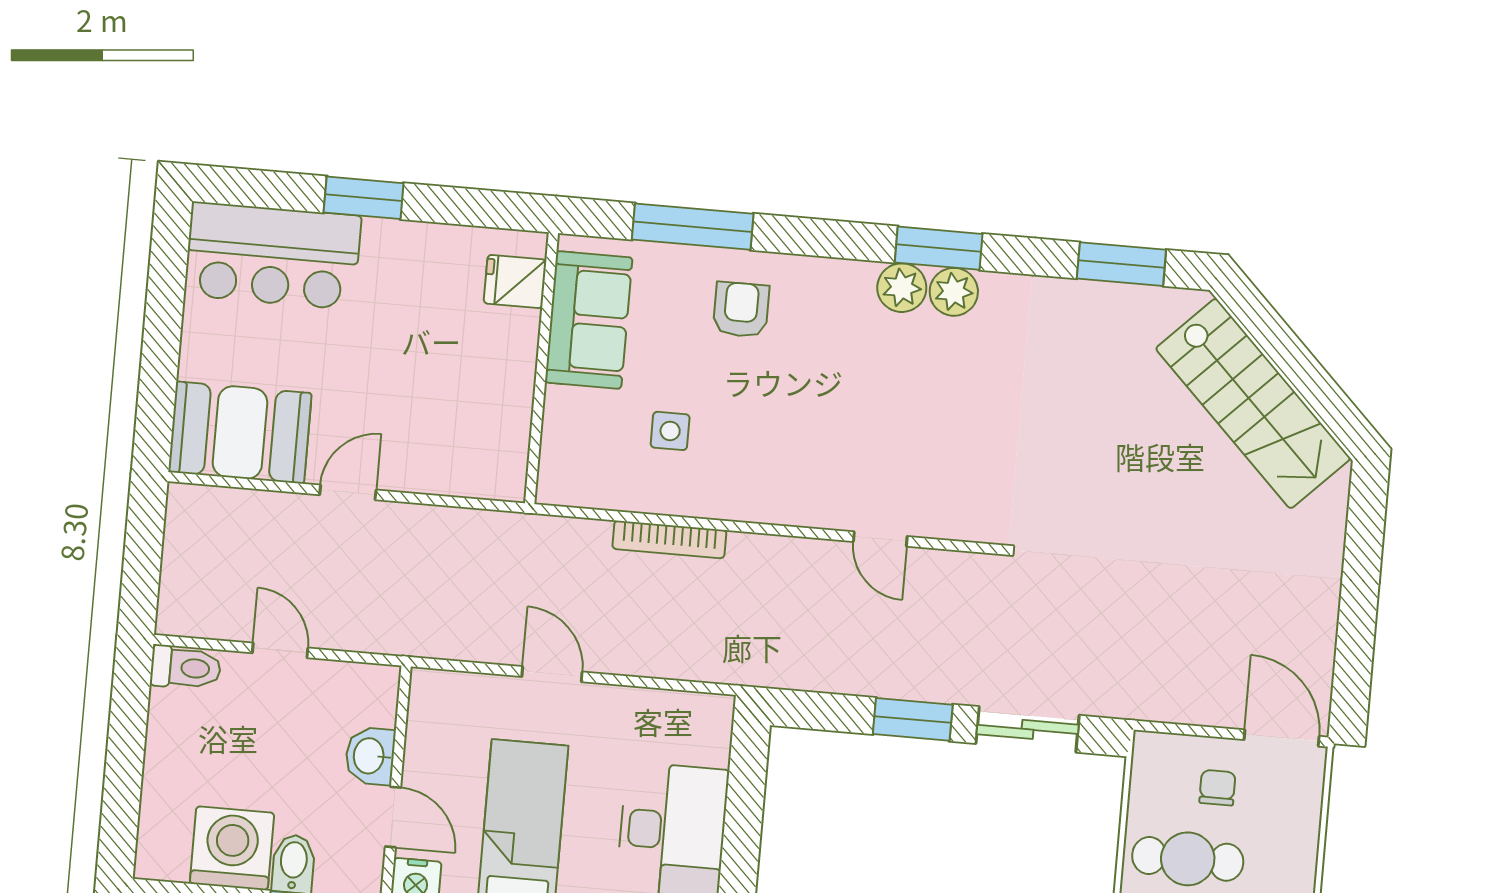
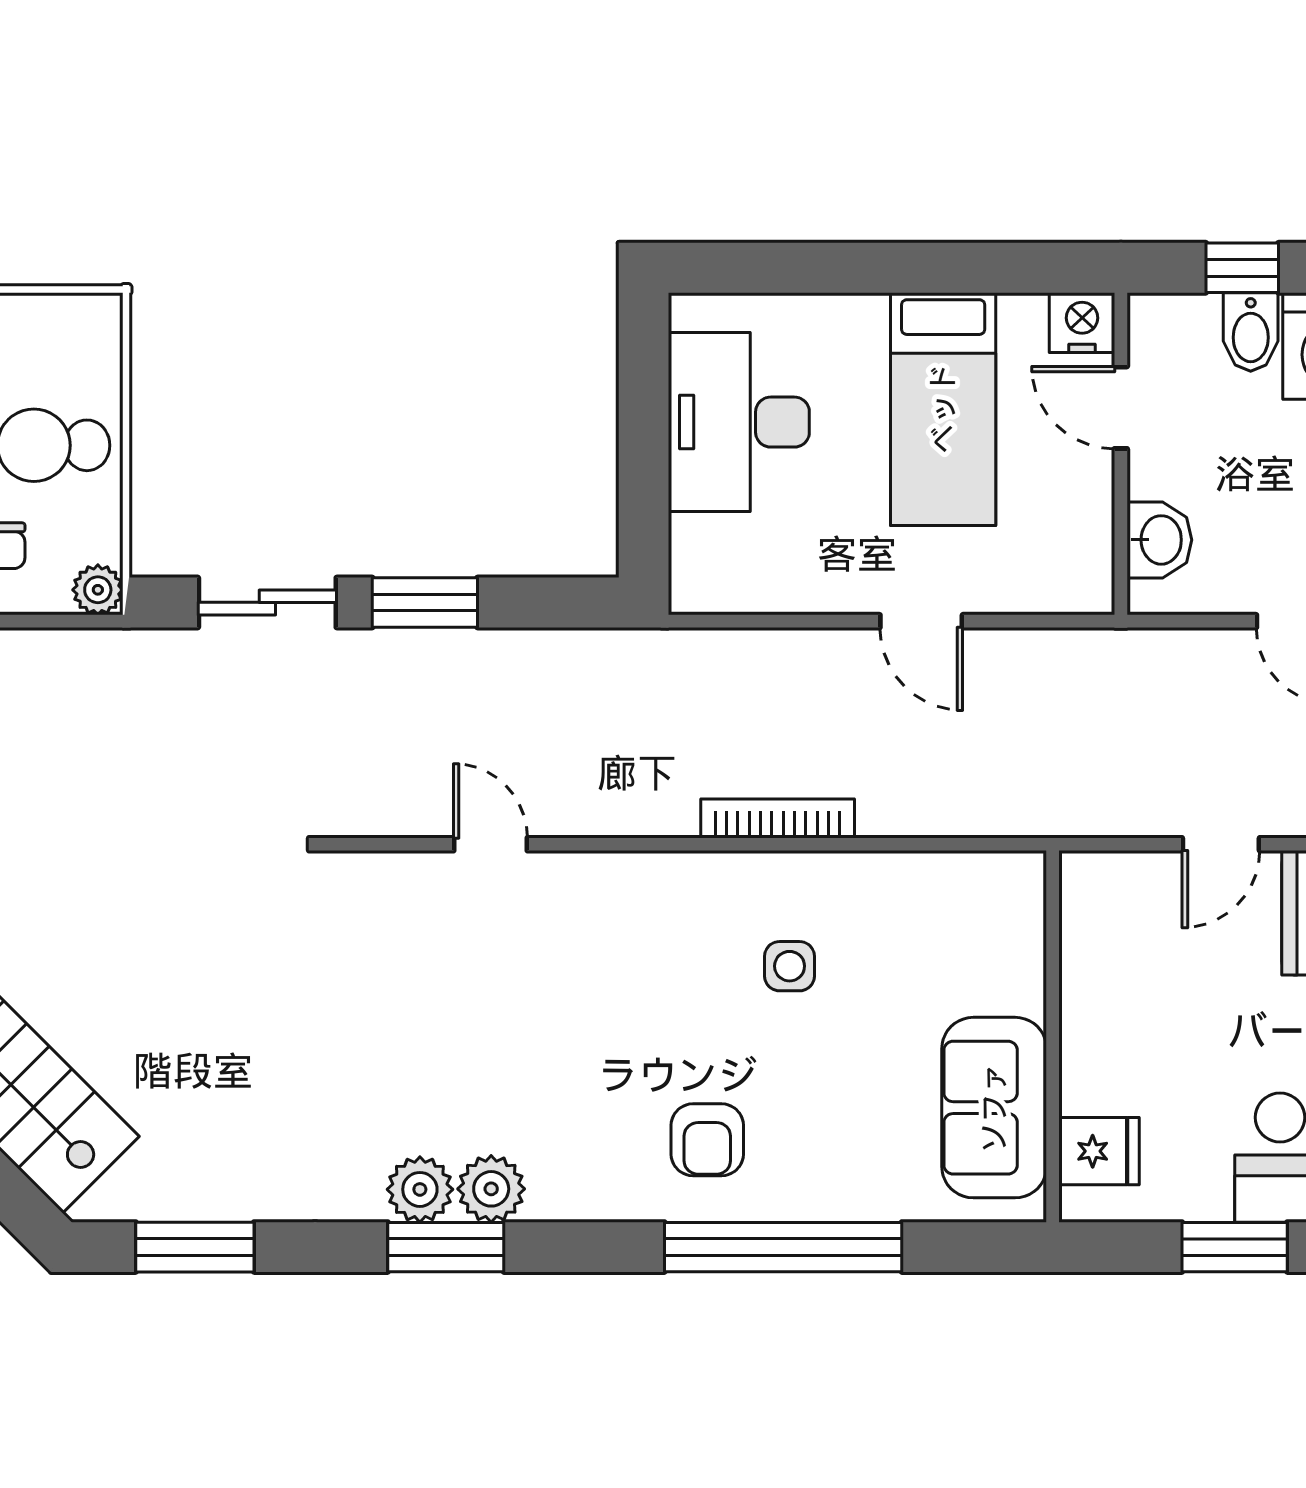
window: (693, 227) -> (783, 1247), width x1.46
fridge: (515, 282) -> (1099, 1151), moved
sofa: (589, 320) -> (994, 1108), moved
wall: (542, 368) -> (1053, 1036), moved
plant: (1150, 749) -> (98, 590), added
washbasin: (370, 756) -> (1159, 540), moved

